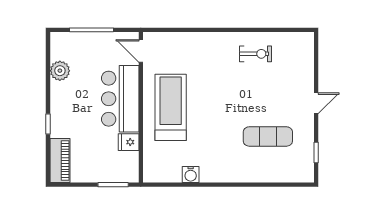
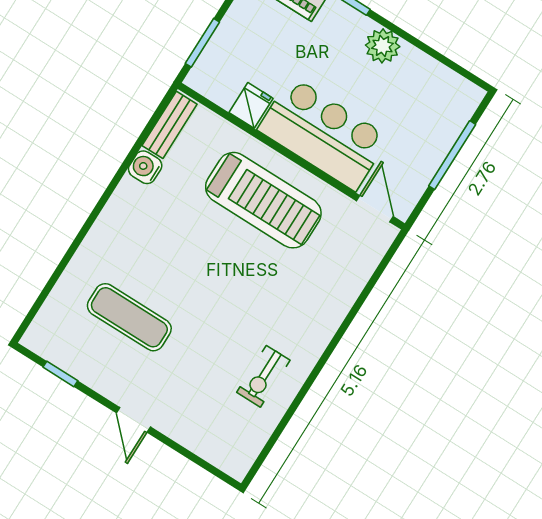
door: (141, 51) -> (375, 209), hinge flipped
plant: (60, 71) -> (383, 46), moved
exercise mat: (268, 136) -> (129, 317), turned 90
bench: (163, 176) -> (170, 125), added

